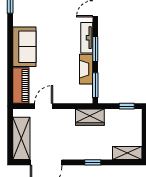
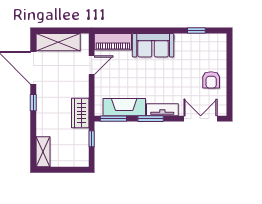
fireplace: (86, 69) -> (124, 107), width x1.37, depth x1.32
door: (44, 106) -> (92, 65), hinge flipped
window: (127, 106) -> (92, 139), moved
window: (93, 162) -> (33, 103), moved

